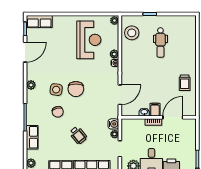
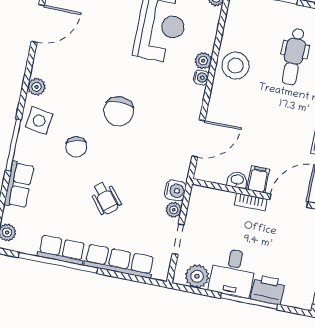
stool: (132, 33) -> (236, 66), moved
side table: (56, 90) -> (39, 121), moved

